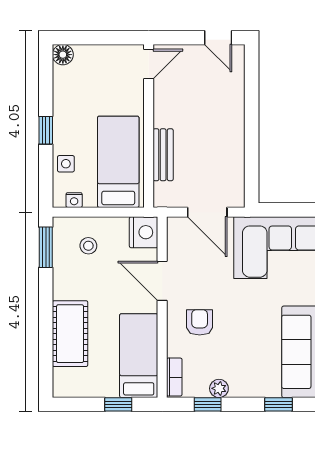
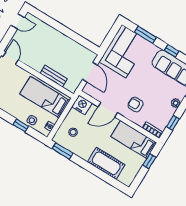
window: (46, 130) -> (21, 125), moved
door: (207, 212) -> (90, 72), hinge flipped
plant: (219, 388) -> (176, 103), moved

